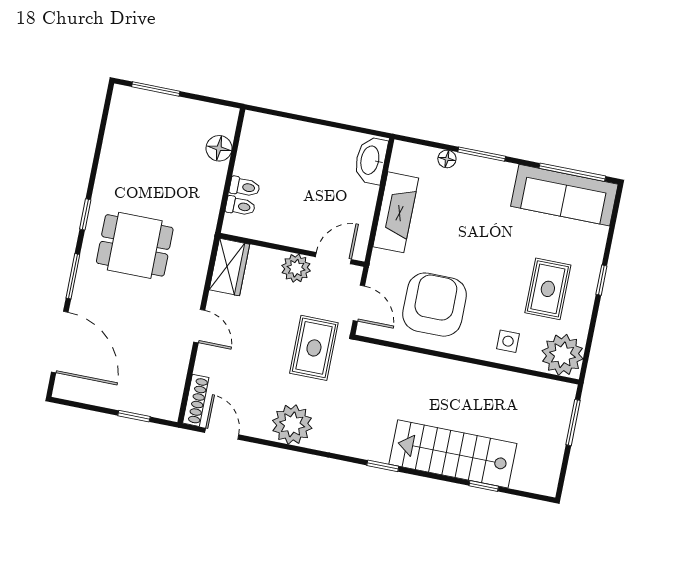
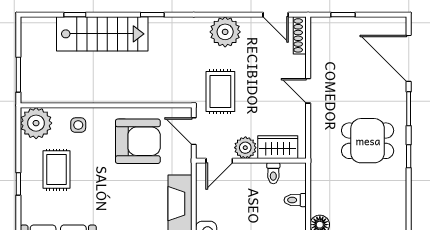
toilet: (240, 206) -> (273, 173), moved, turned -90
wardrobe: (229, 267) -> (278, 147), moved, turned 90
armchair: (435, 305) -> (138, 141), turned -90

